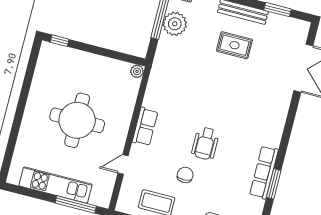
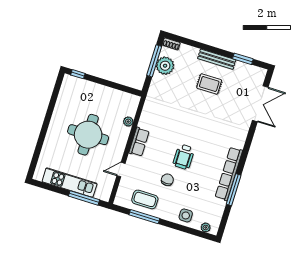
plant: (137, 71) -> (128, 122), moved
row of seats: (264, 172) -> (229, 174), width x1.36
window: (274, 184) -> (234, 190), width x1.44

